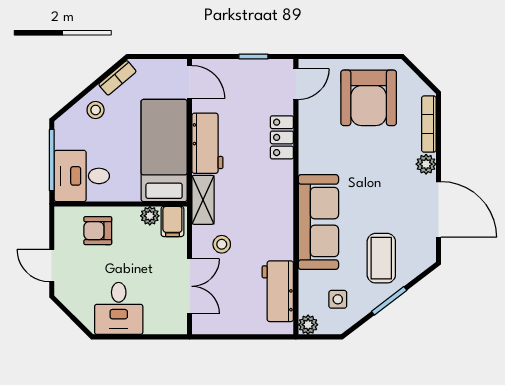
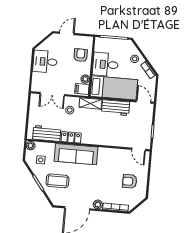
door: (190, 82) -> (144, 102), swing flipped
armchair: (369, 98) -> (130, 181), width x0.53, depth x0.53
locker: (282, 137) -> (71, 137), moved
desk: (82, 176) -> (105, 64), moved, turned -90

